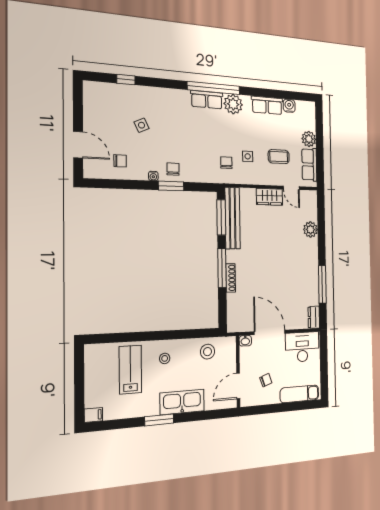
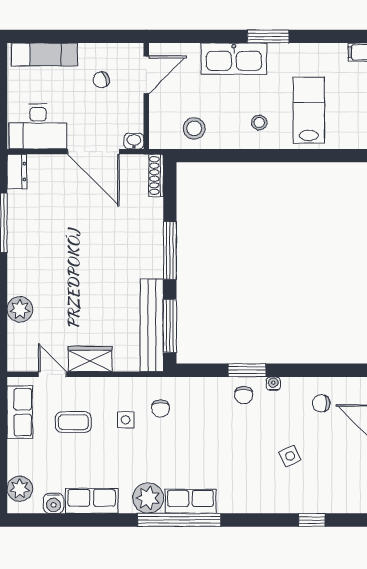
plant: (309, 139) -> (20, 489), moved
shoe rack: (231, 278) -> (156, 176), moved
lab bench: (130, 370) -> (309, 110), turned 180

